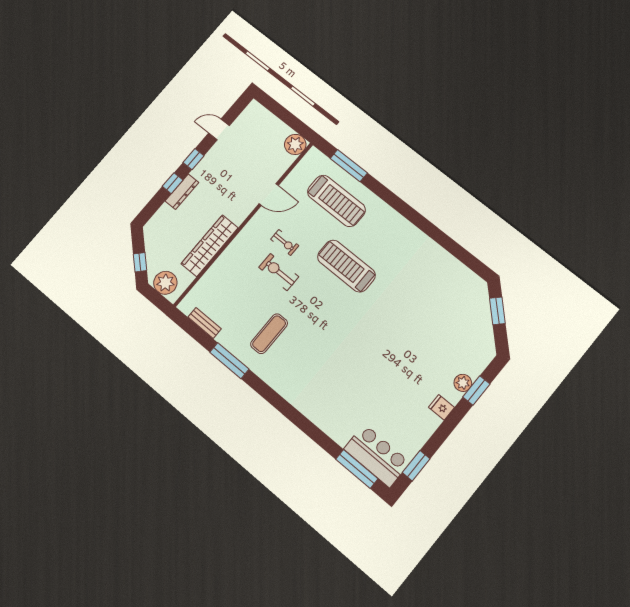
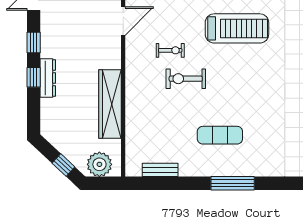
treadmill: (346, 266) -> (237, 28), turned 180
exercise mat: (269, 334) -> (220, 135), turned 90
window: (229, 361) -> (233, 183), moved

